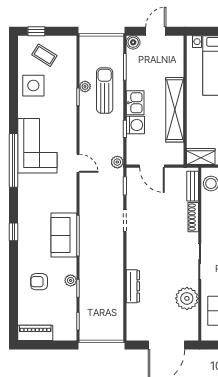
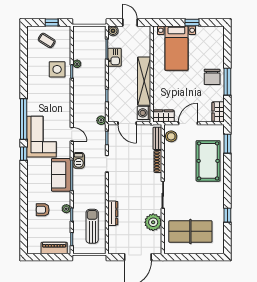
window: (36, 31) -> (52, 22), moved
door: (156, 31) -> (130, 22), hinge flipped
side table: (33, 86) -> (57, 69), moved
sun lounger: (105, 91) -> (92, 226), moved
kitchen sink: (135, 103) -> (115, 57), moved
washing machine: (135, 125) -> (144, 113), moved, turned 180
corner sofa: (37, 146) -> (41, 137), moved
door: (78, 163) -> (72, 134), moved
barbecue: (87, 216) -> (79, 160), added
window: (14, 232) -> (24, 154), moved
piano: (35, 333) -> (54, 248), moved

